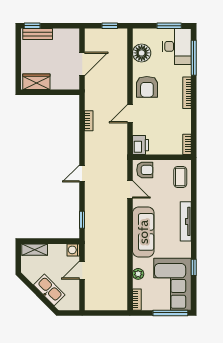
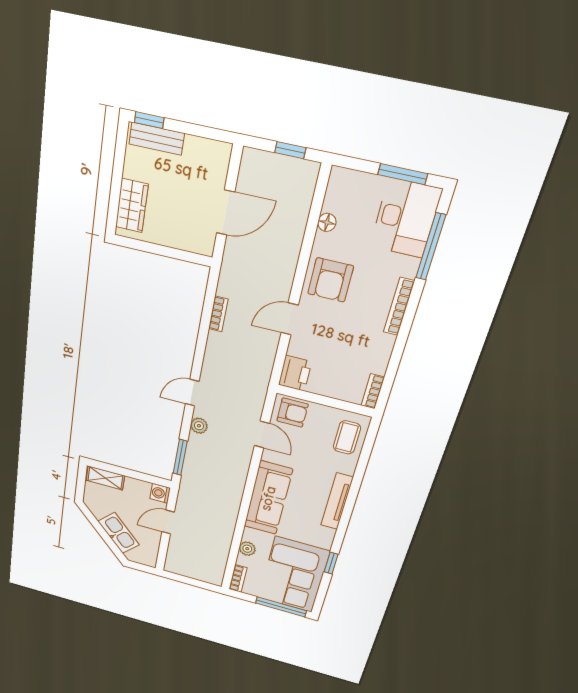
floor lamp: (142, 53) -> (327, 222), width x0.53, depth x0.53
wardrobe: (36, 82) -> (132, 206), moved, turned 90
plant: (90, 194) -> (199, 426), added
window: (82, 220) -> (180, 457), width x1.50

